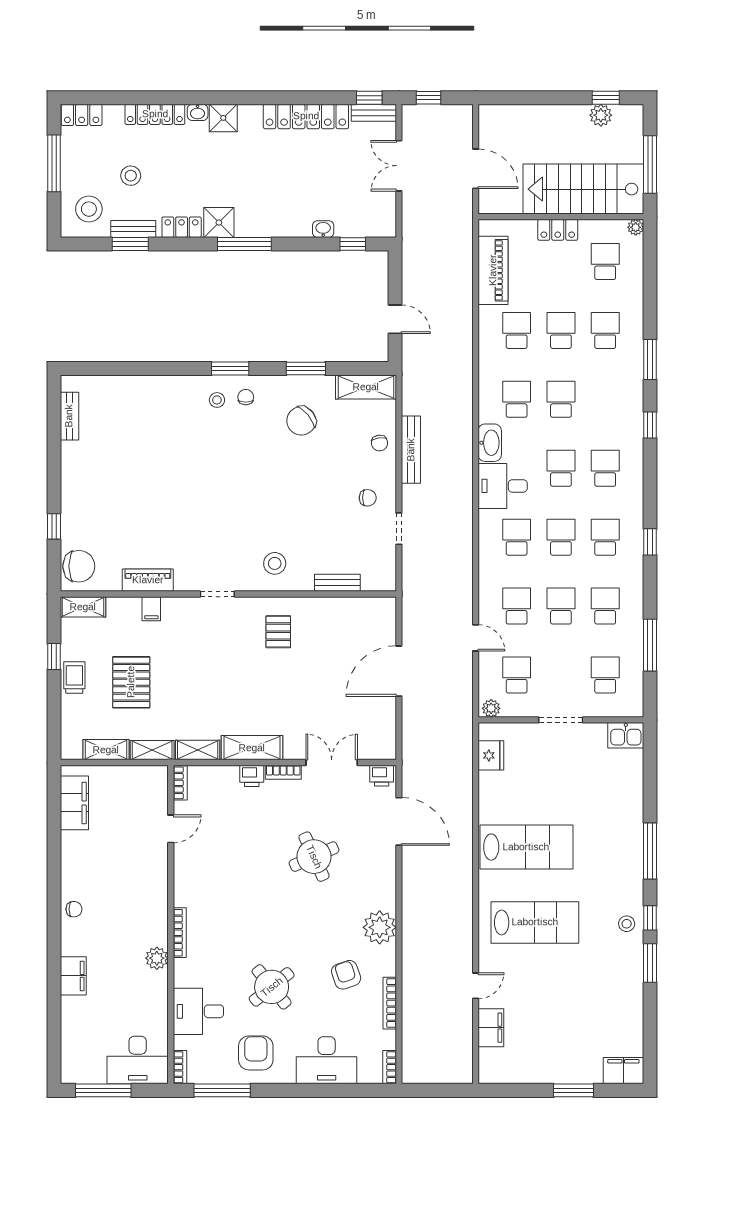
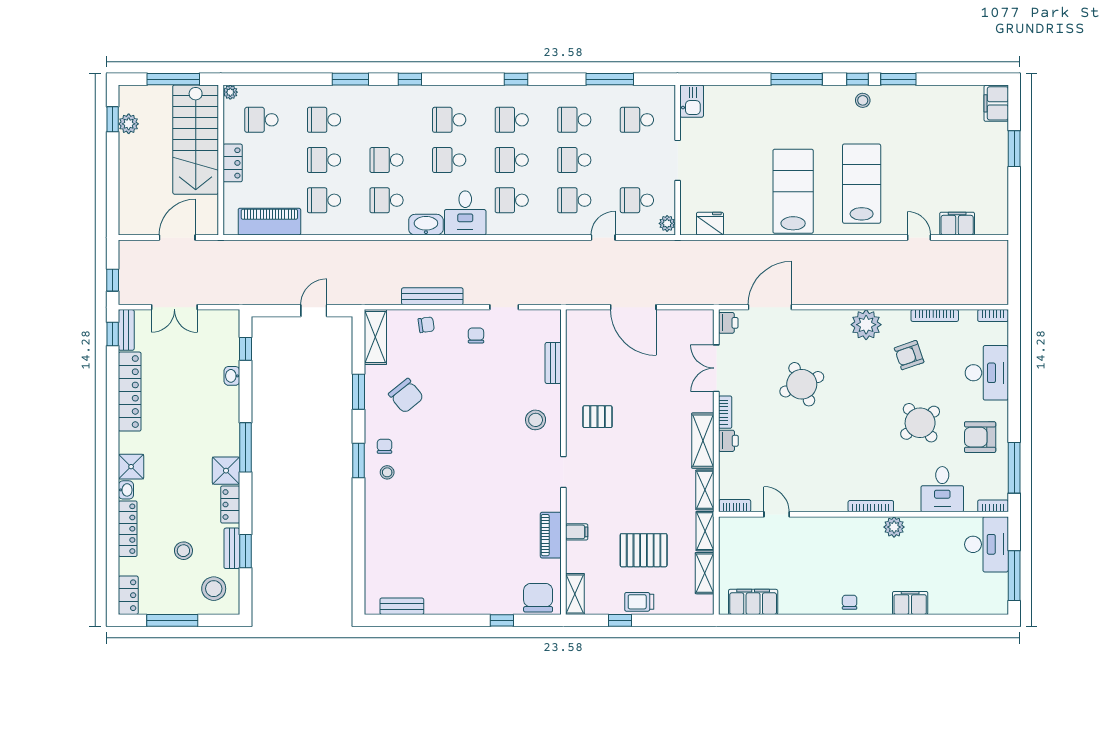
chair: (246, 397) -> (385, 446), turned 90

